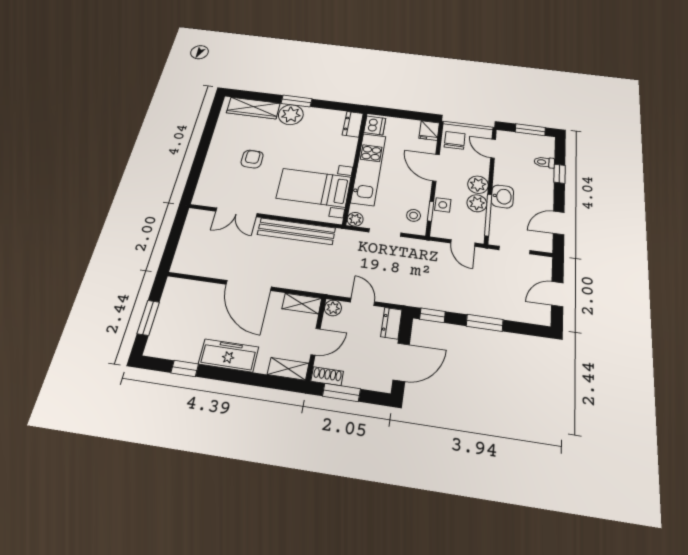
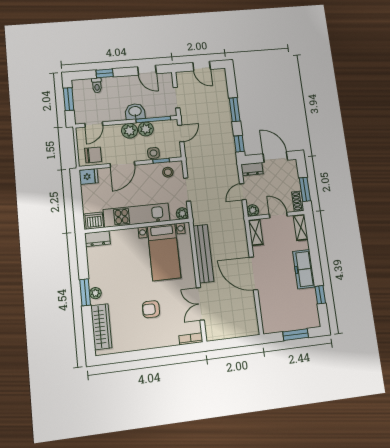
plant: (291, 115) -> (95, 293), width x0.53, depth x0.53
chair: (455, 140) -> (93, 155), turned 180
bookcase: (200, 192) -> (191, 339), added
double door: (236, 212) -> (200, 304), swing flipped
door: (249, 286) -> (253, 274), swing flipped

